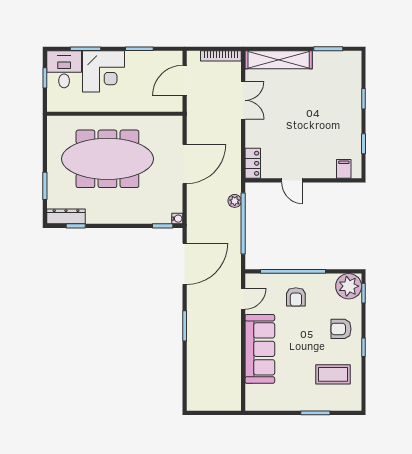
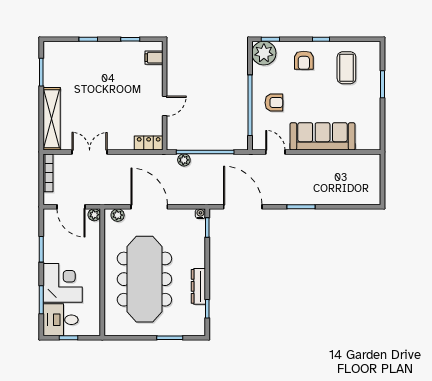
plant: (176, 105) -> (94, 215), added
plant: (176, 130) -> (118, 215), added
dresser: (66, 216) -> (198, 286), moved

